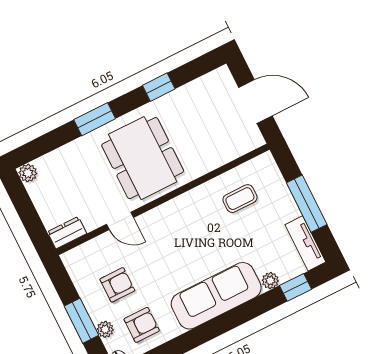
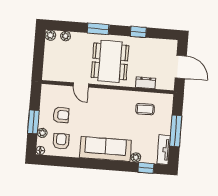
plant: (52, 160) -> (66, 36), added
dresser: (67, 233) -> (146, 83), moved
armchair: (142, 325) -> (61, 141), turned -90

